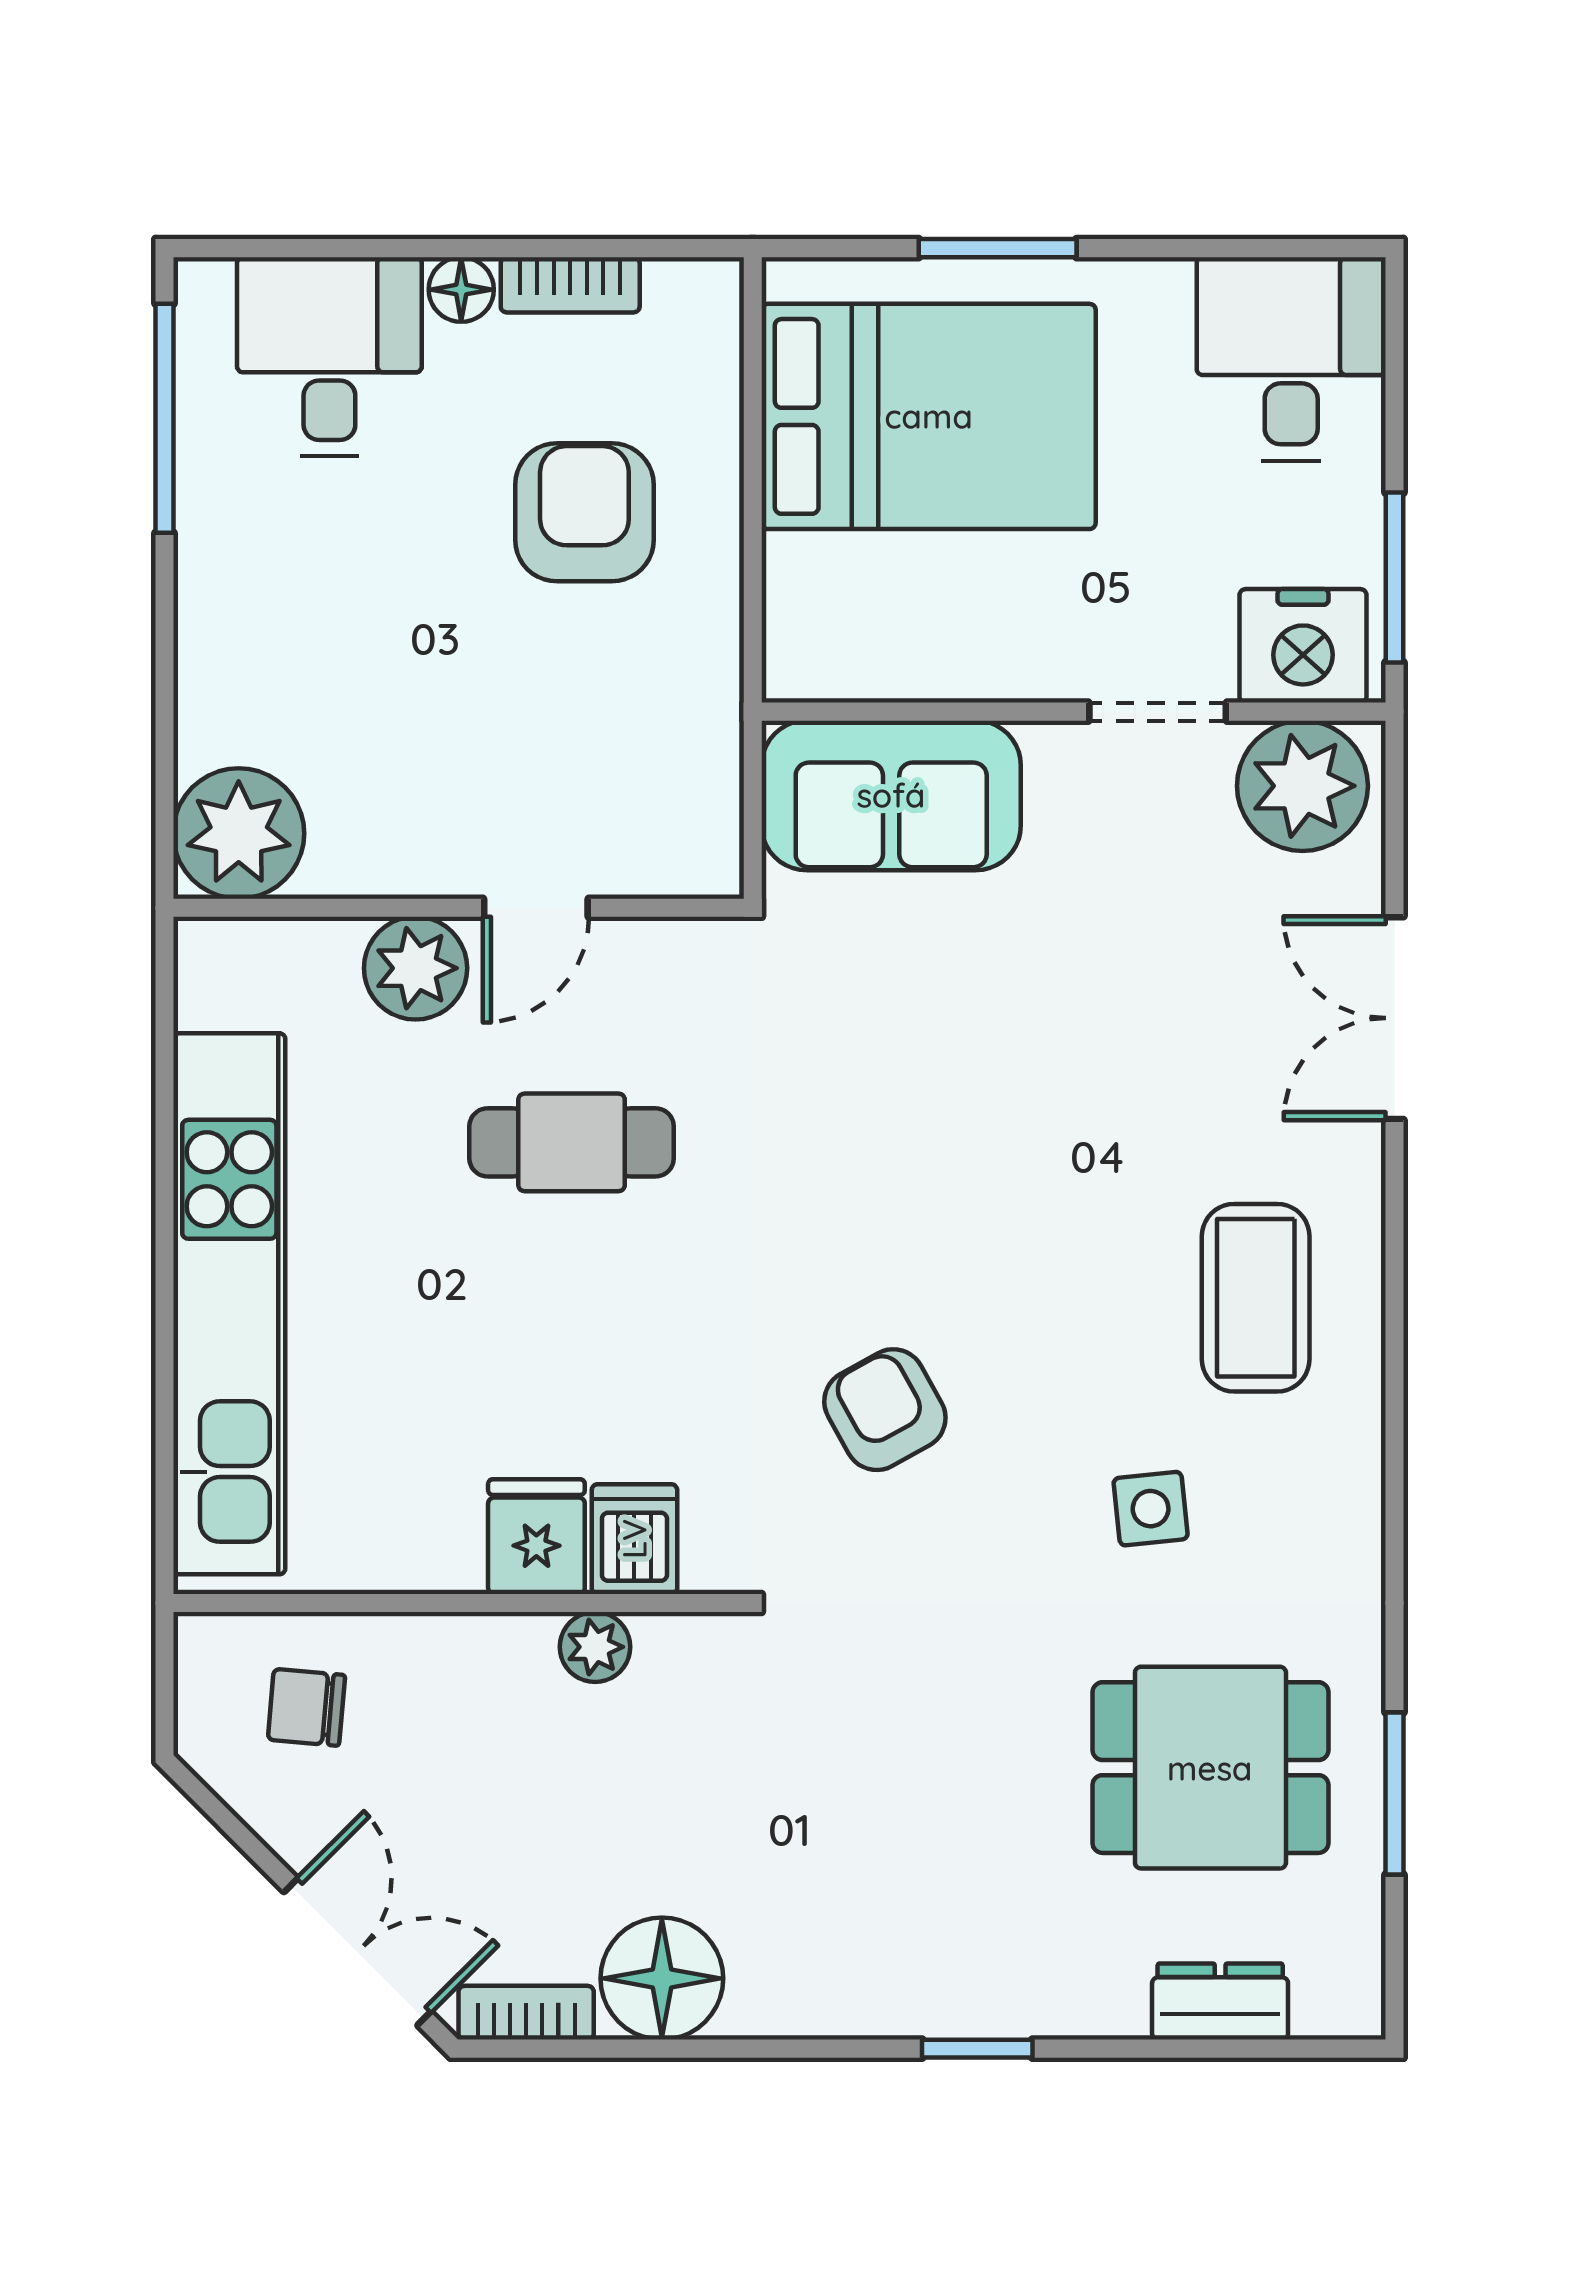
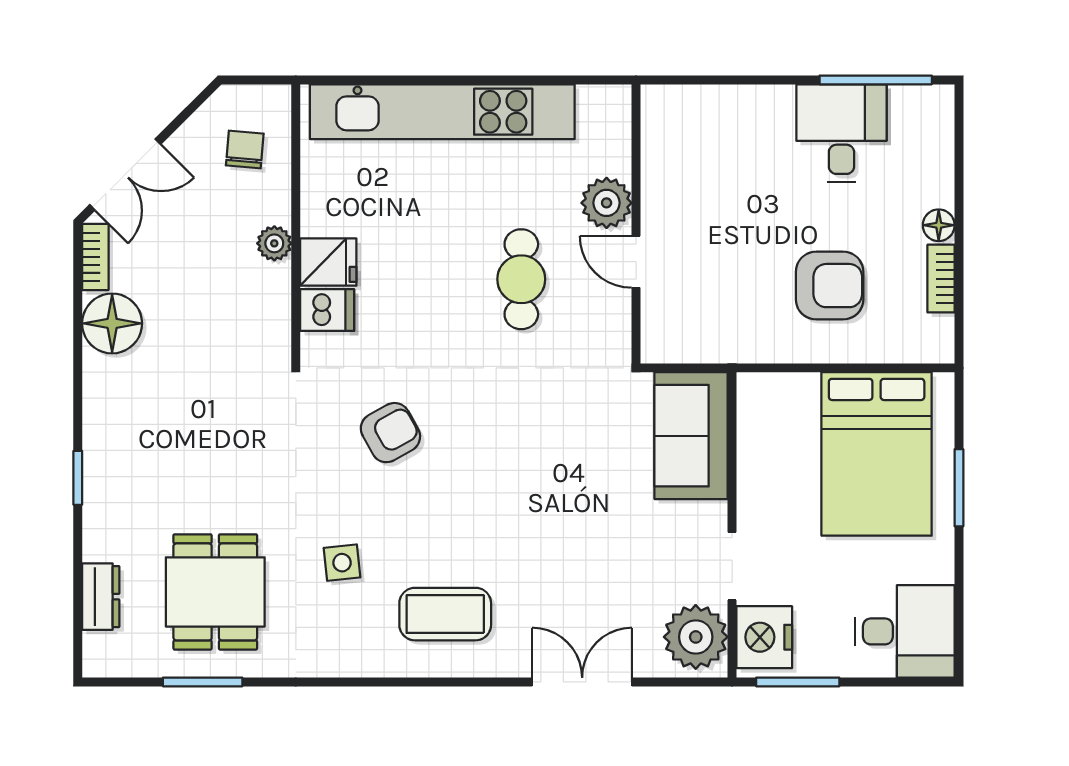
desk: (329, 357) -> (841, 133), moved, turned -90
plant: (239, 833) -> (672, 116), removed
plant: (595, 1647) -> (274, 243), moved

